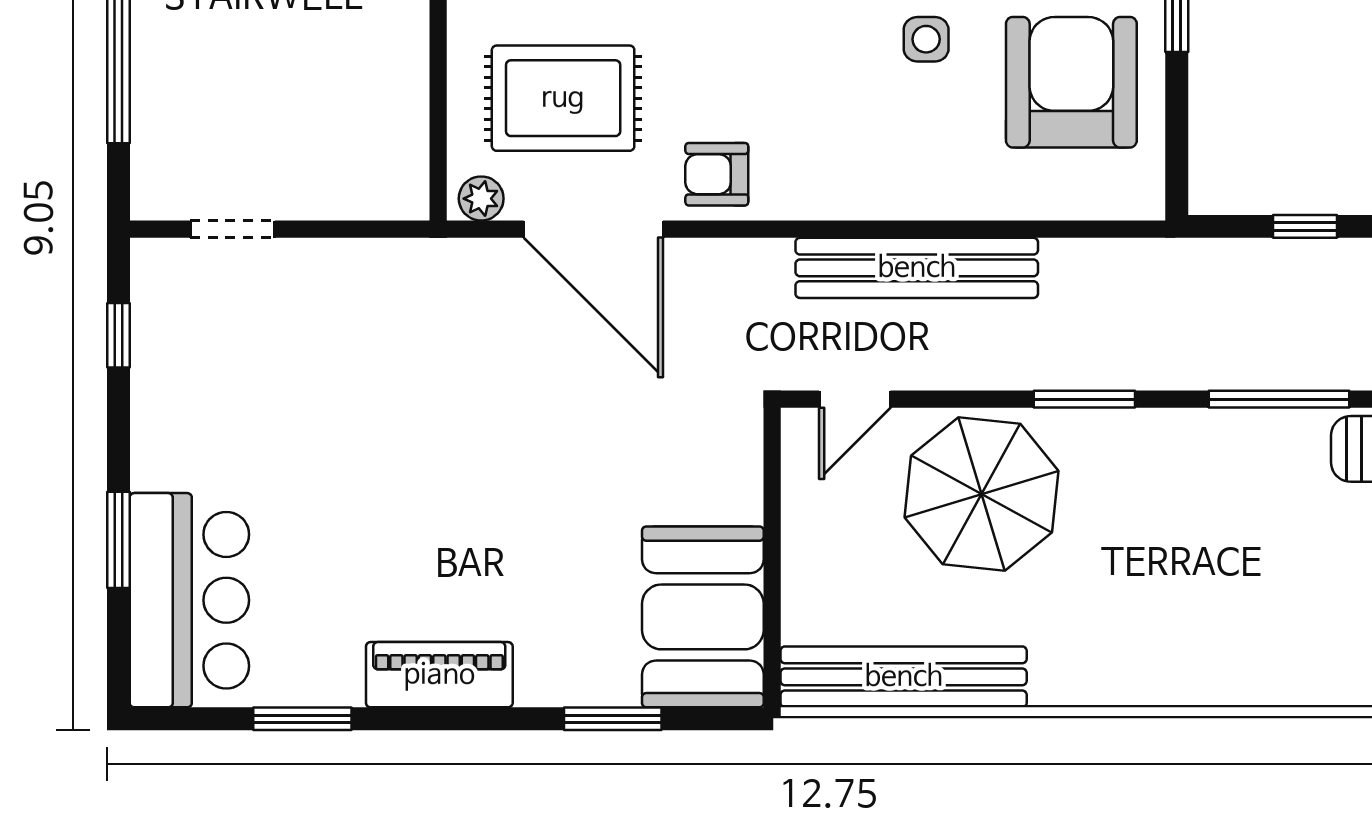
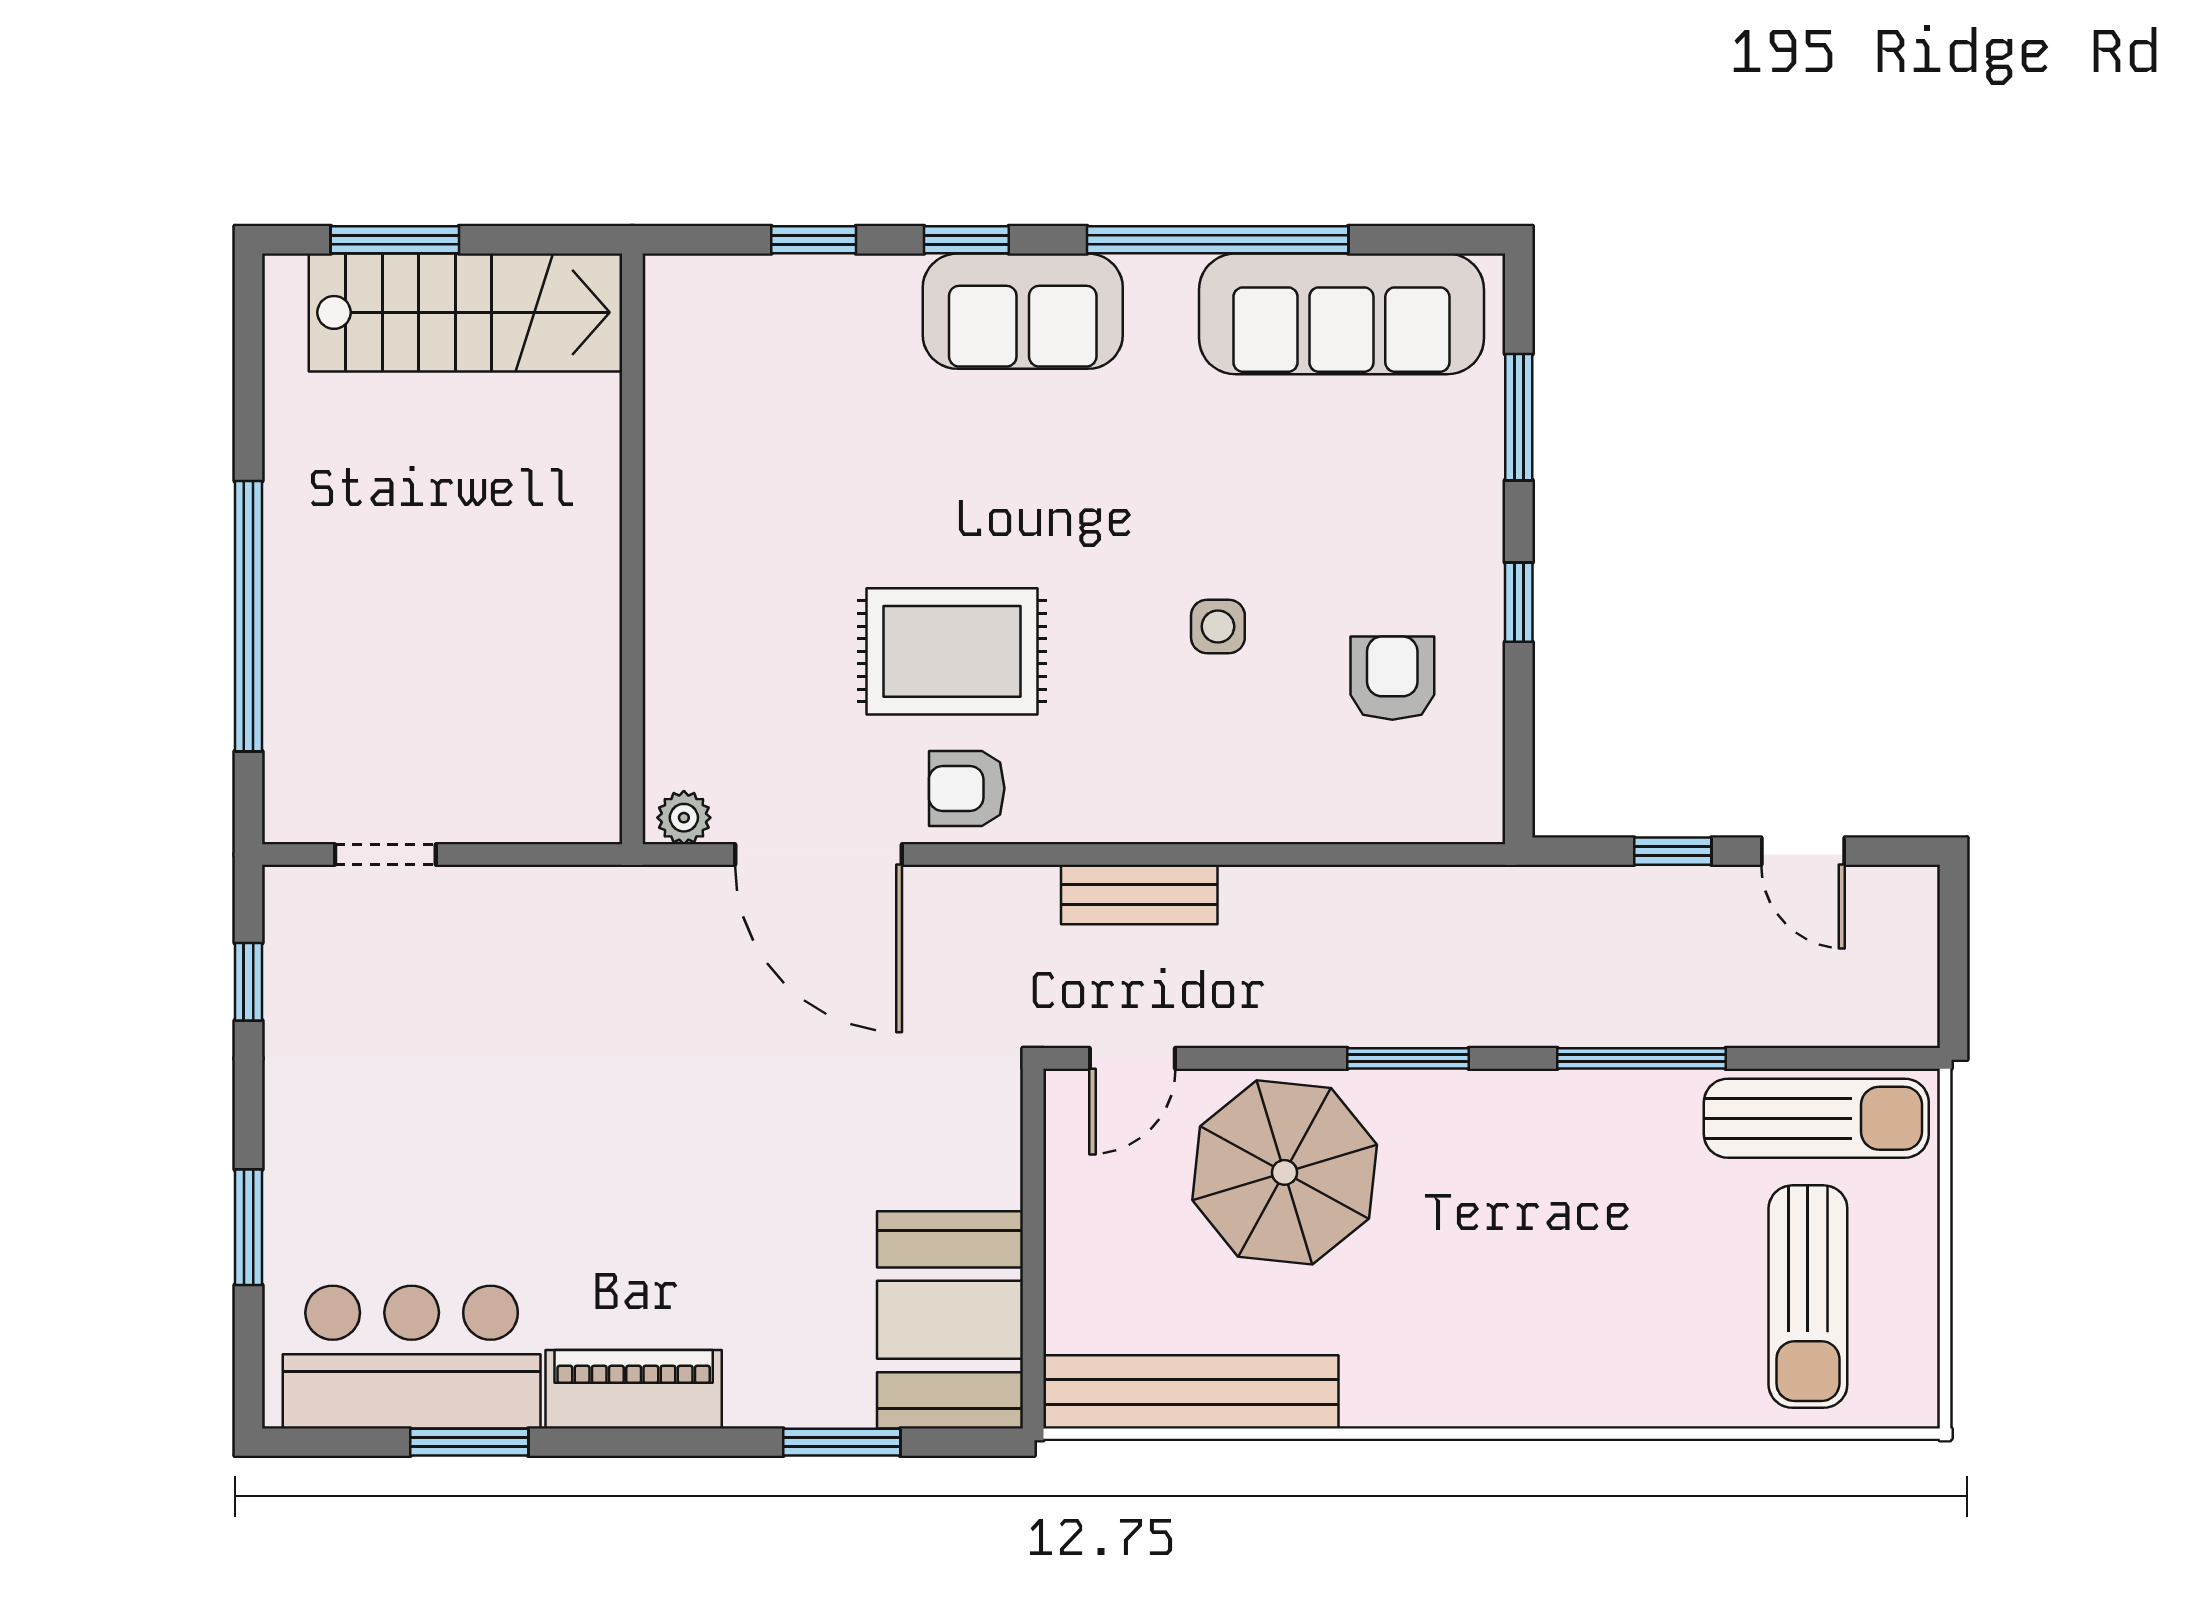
armchair: (1071, 82) -> (1392, 678), width x0.53, depth x0.53
rug: (563, 98) -> (952, 651), moved
bench: (917, 268) -> (1139, 895), width x0.54, depth x0.82
bar counter: (189, 600) -> (412, 1357), moved, turned -90

